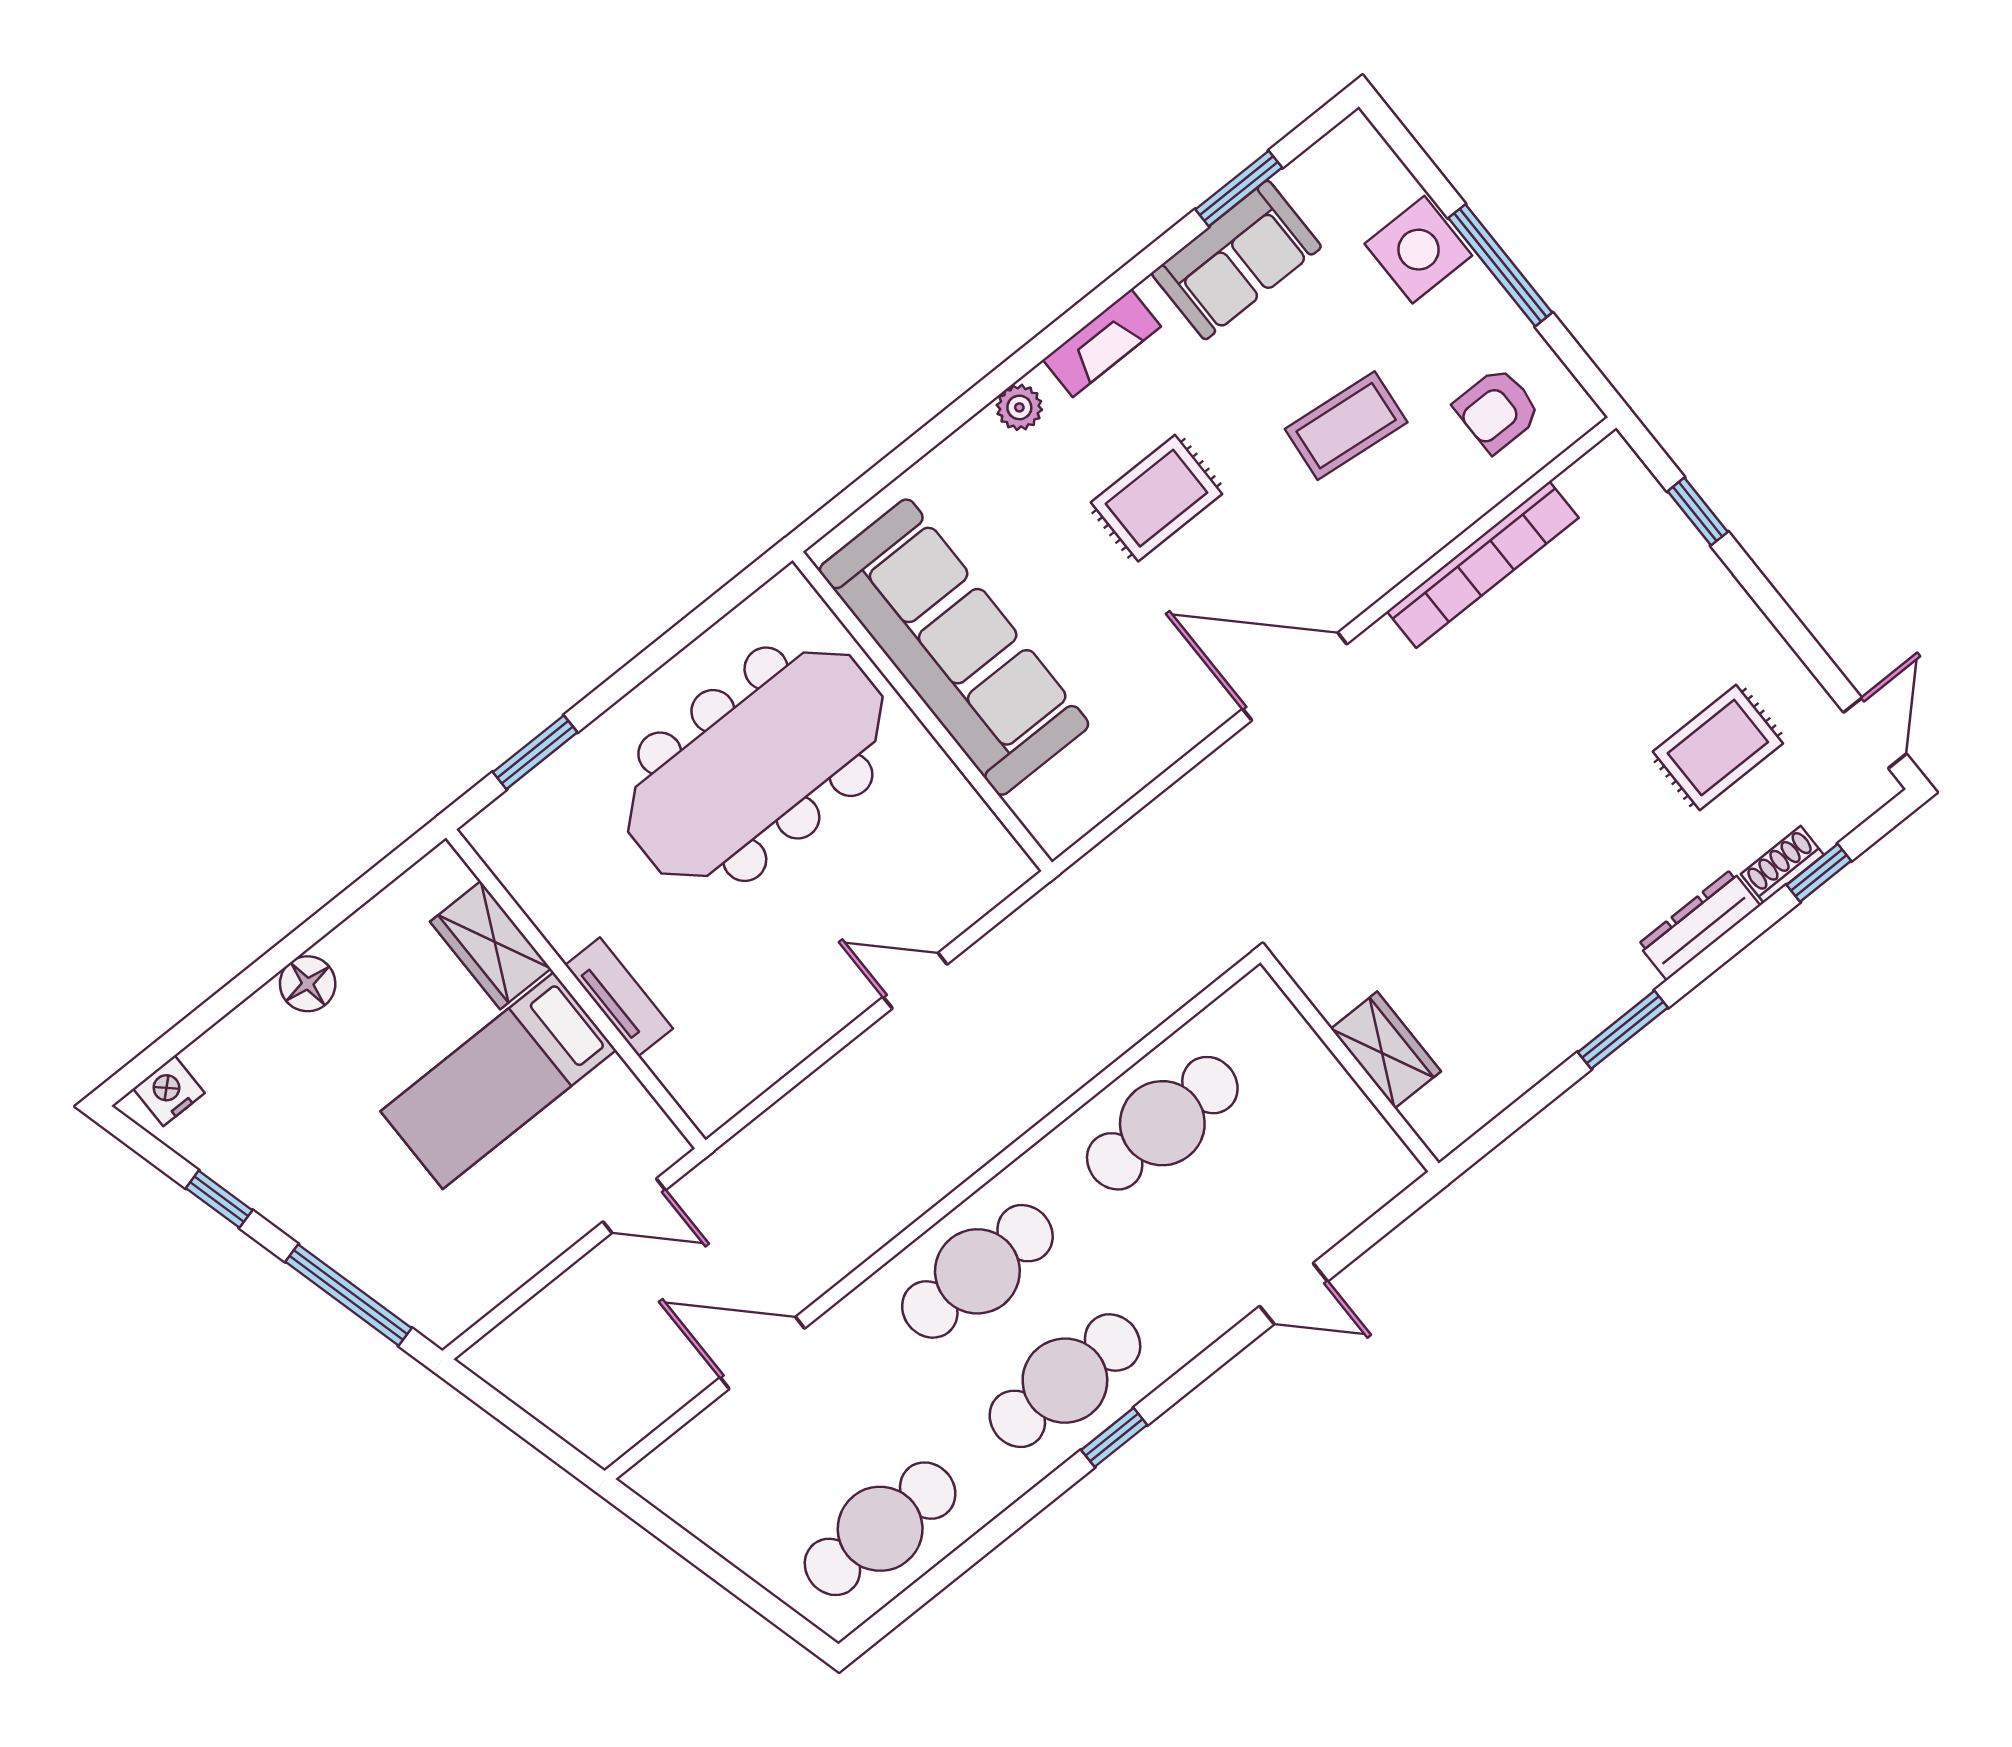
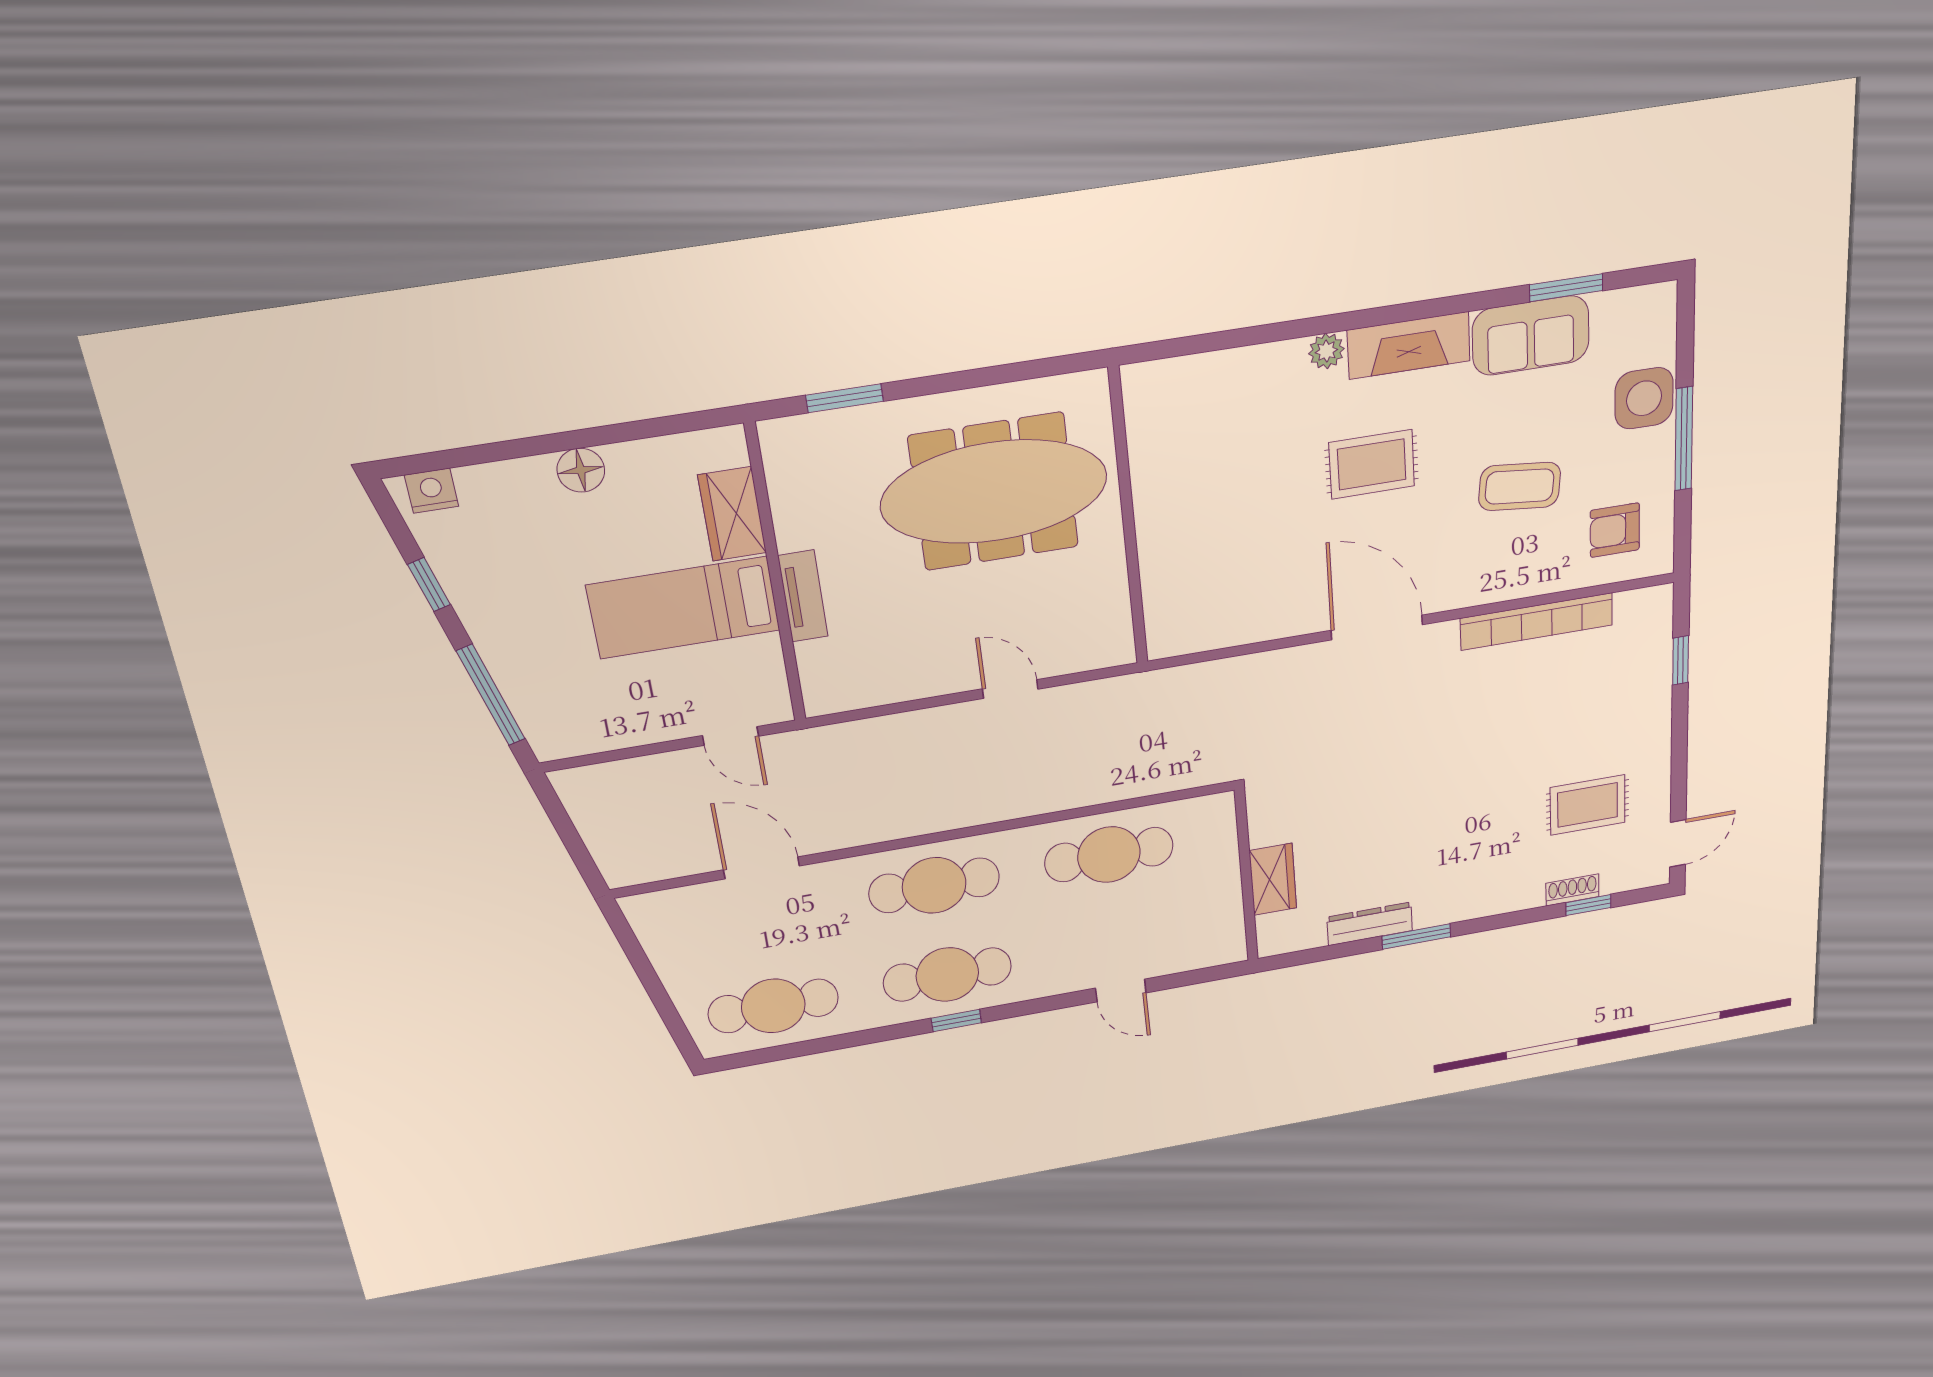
fireplace: (1102, 343) -> (1409, 345), width x1.37, depth x1.32
sofa: (954, 647) -> (1177, 488), removed
dresser: (1699, 925) -> (1370, 924), moved

